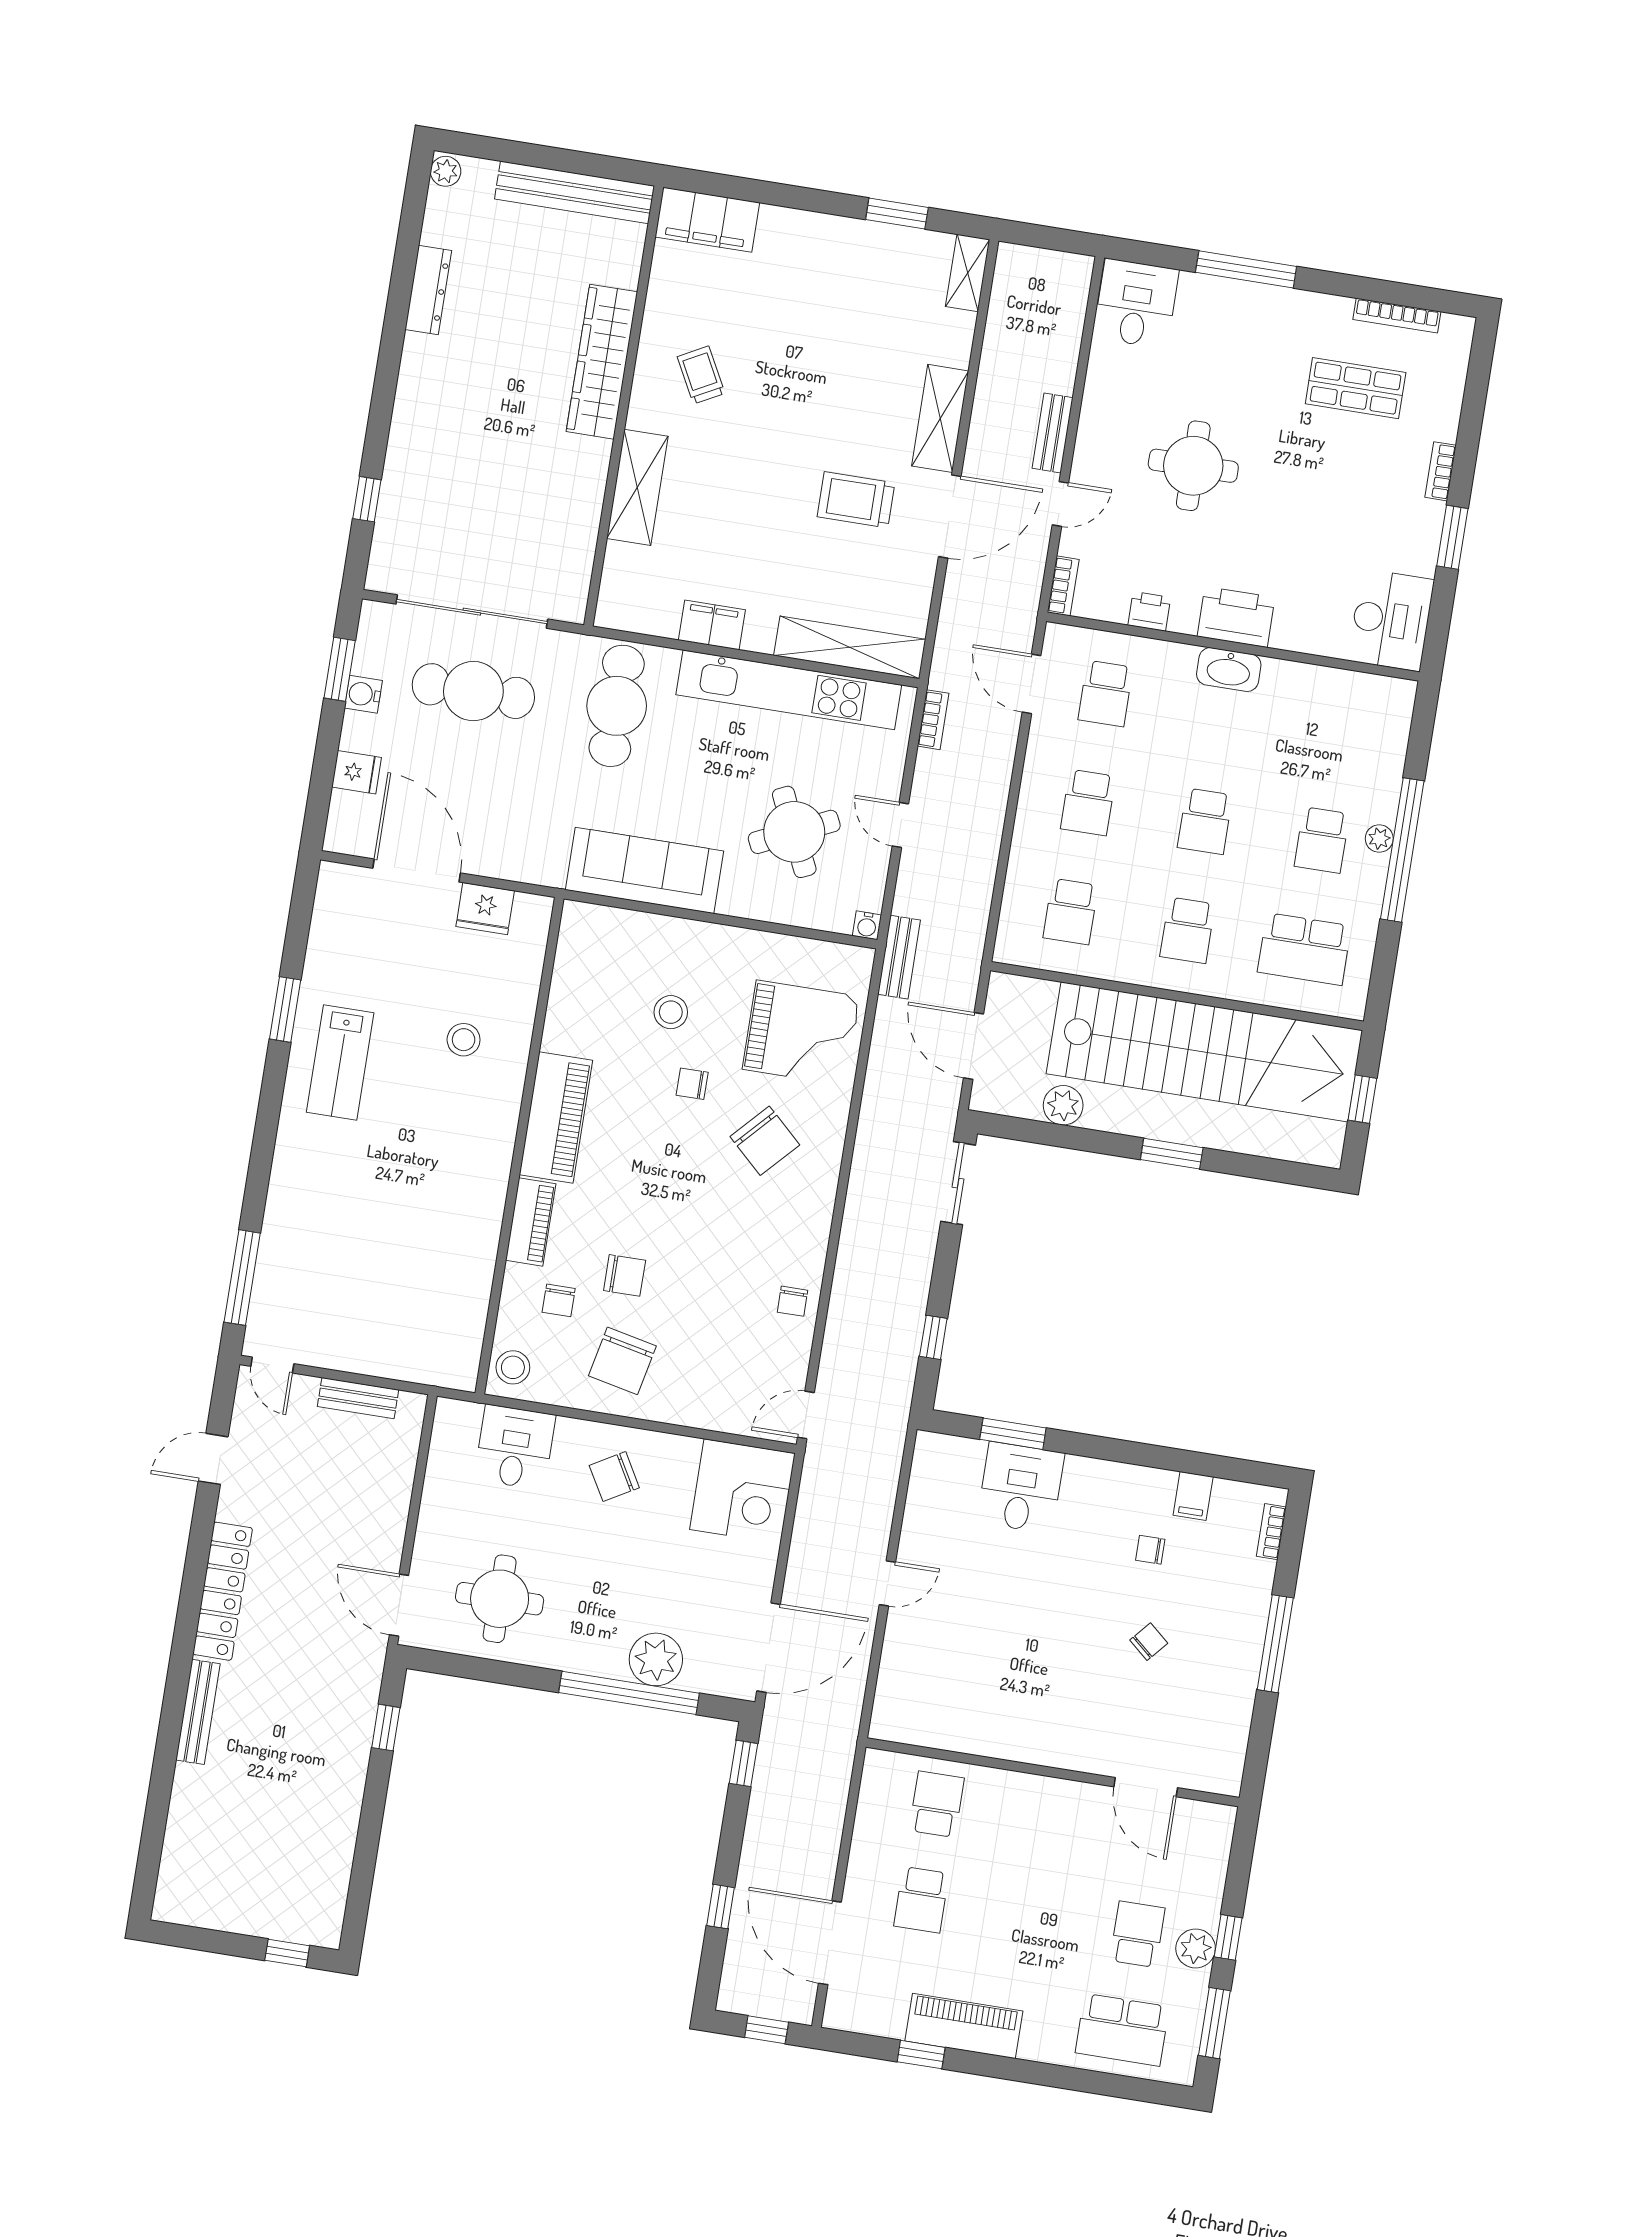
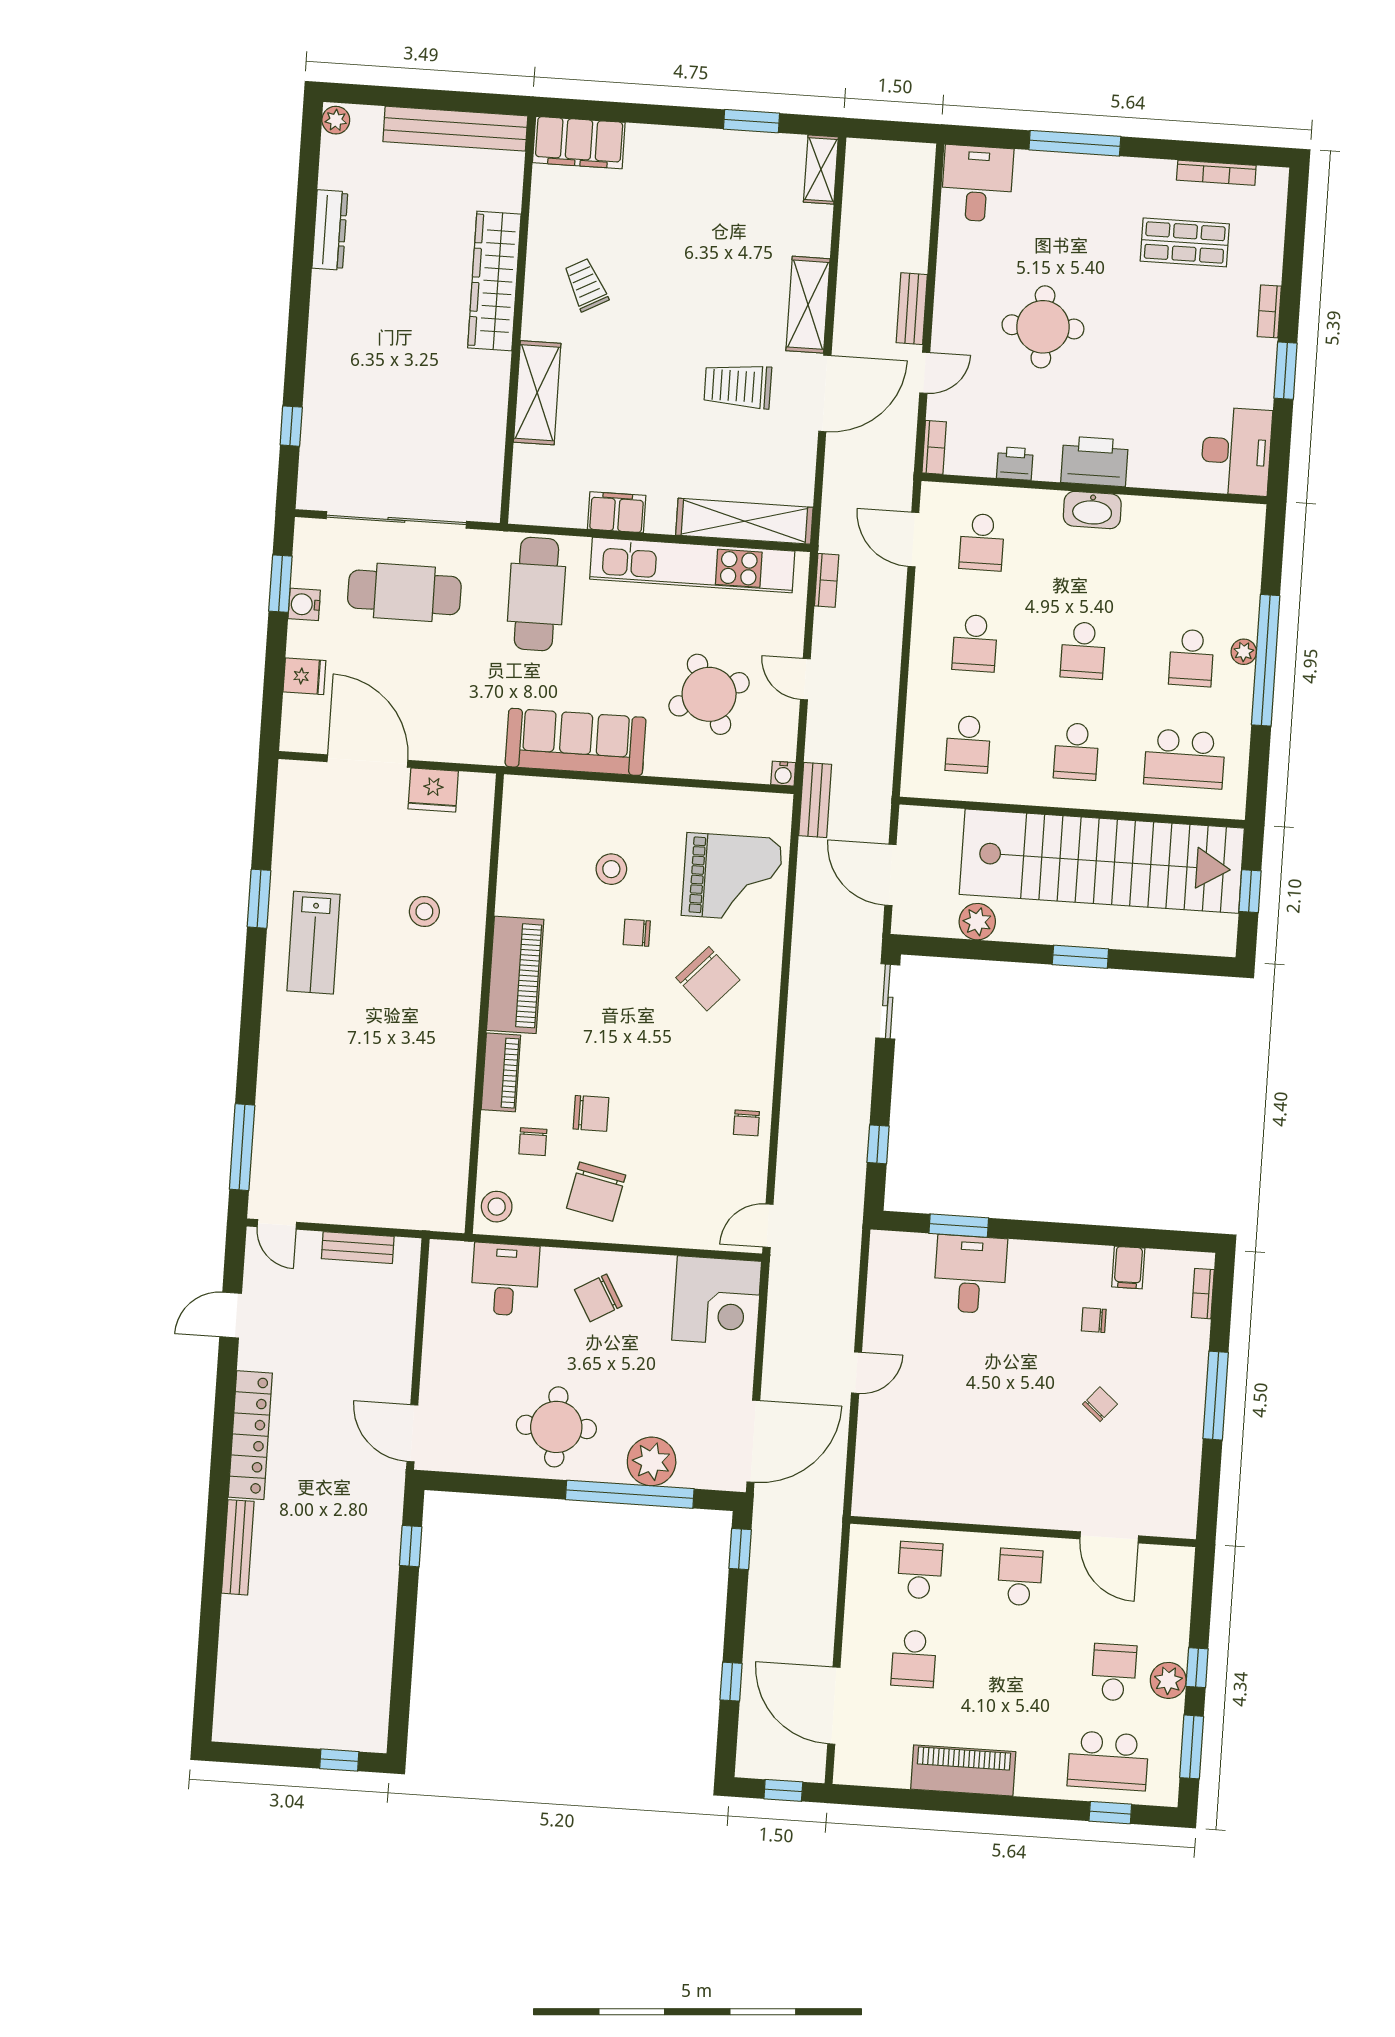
round table: (500, 1599) -> (556, 1427), moved
school desk: (1045, 1822) -> (1020, 1577), added
window: (921, 2055) -> (1110, 1813), moved

